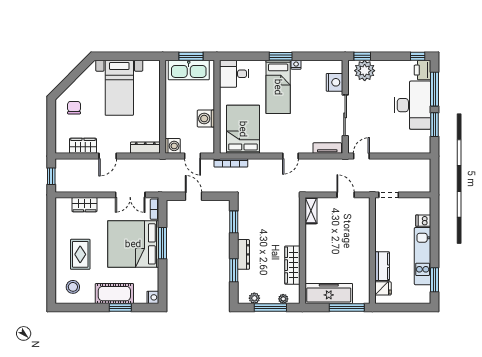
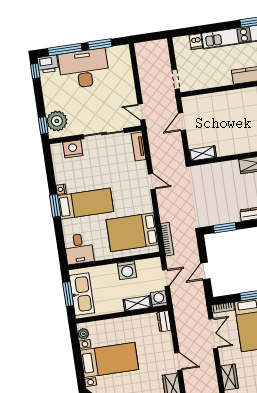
plant: (149, 66) -> (83, 334), added
shelving: (171, 124) -> (137, 303), added
dresser: (145, 148) -> (164, 321), width x0.70

